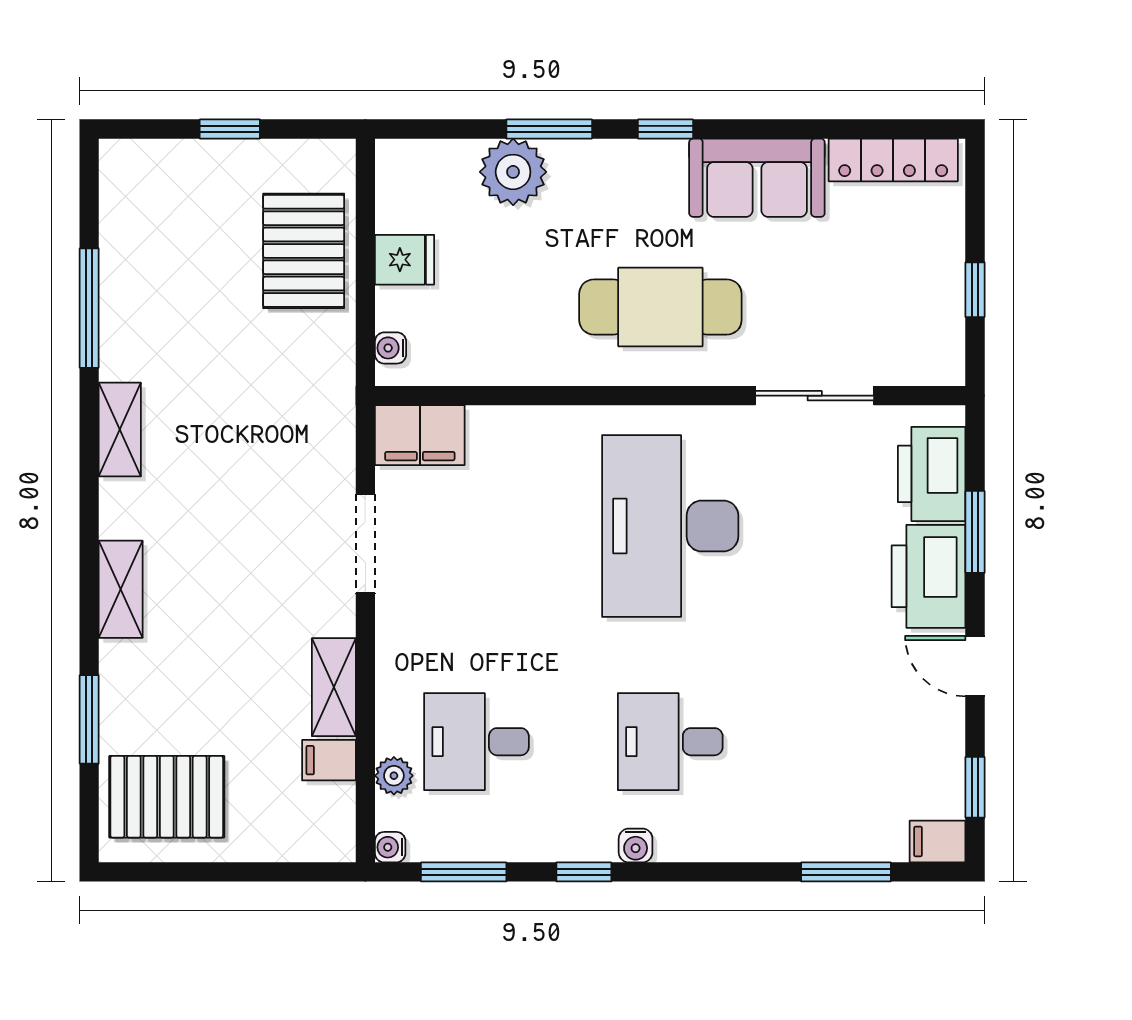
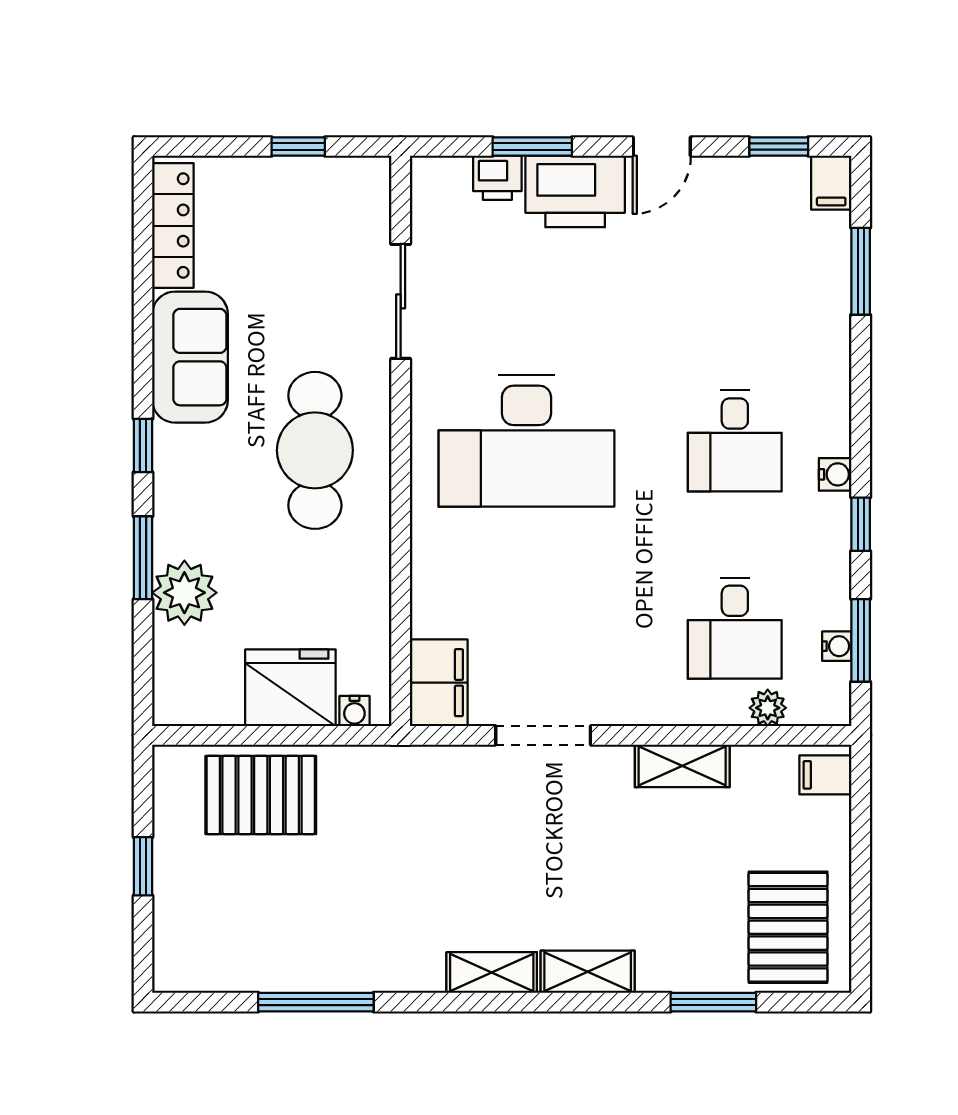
fridge: (405, 260) -> (290, 688), width x1.88, depth x1.34
shelving: (120, 430) -> (492, 973), moved
printer: (932, 474) -> (497, 178), width x0.53, depth x0.68
filing cabinet: (329, 760) -> (825, 775), moved, turned 90
water cooler: (390, 847) -> (837, 646), moved, turned -90

